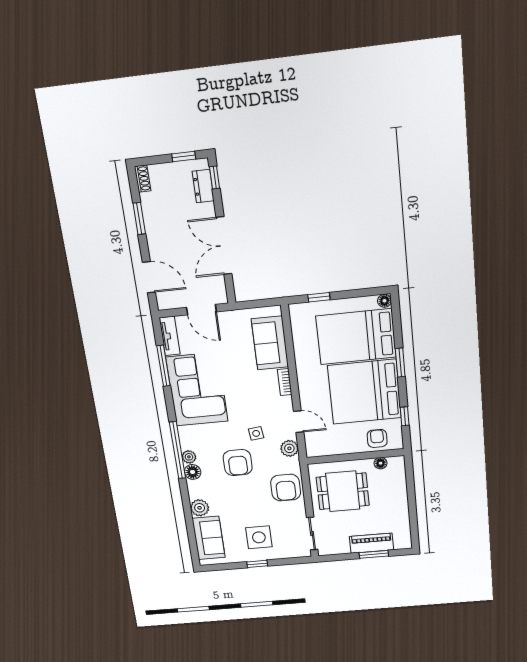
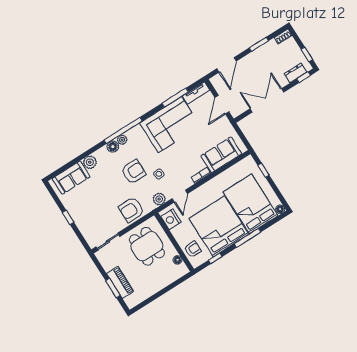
window: (400, 363) -> (247, 238), width x1.44
nightstand: (323, 446) -> (171, 219), added
armchair: (238, 463) -> (133, 172), turned 180
side table: (259, 537) -> (88, 209), removed

